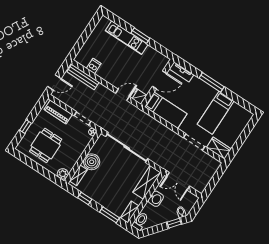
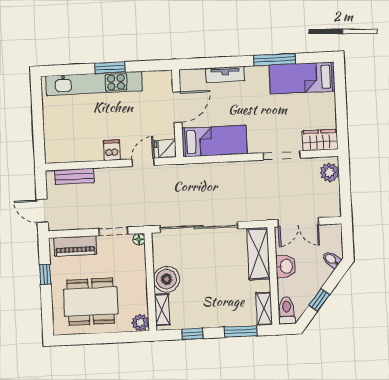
kitchen unit: (127, 38) -> (94, 83), width x1.36
dishwasher: (94, 66) -> (112, 150), moved
tv unit: (182, 72) -> (225, 74), moved
bench: (83, 77) -> (74, 176), width x0.73
door: (54, 82) -> (42, 211), swing flipped
window: (212, 82) -> (274, 60), moved
bed: (216, 113) -> (302, 78), moved, turned 90
window: (25, 127) -> (45, 274), moved
dining table: (46, 145) -> (91, 302), width x1.37
plant: (212, 168) -> (330, 172), added
window: (174, 223) -> (319, 300), moved

